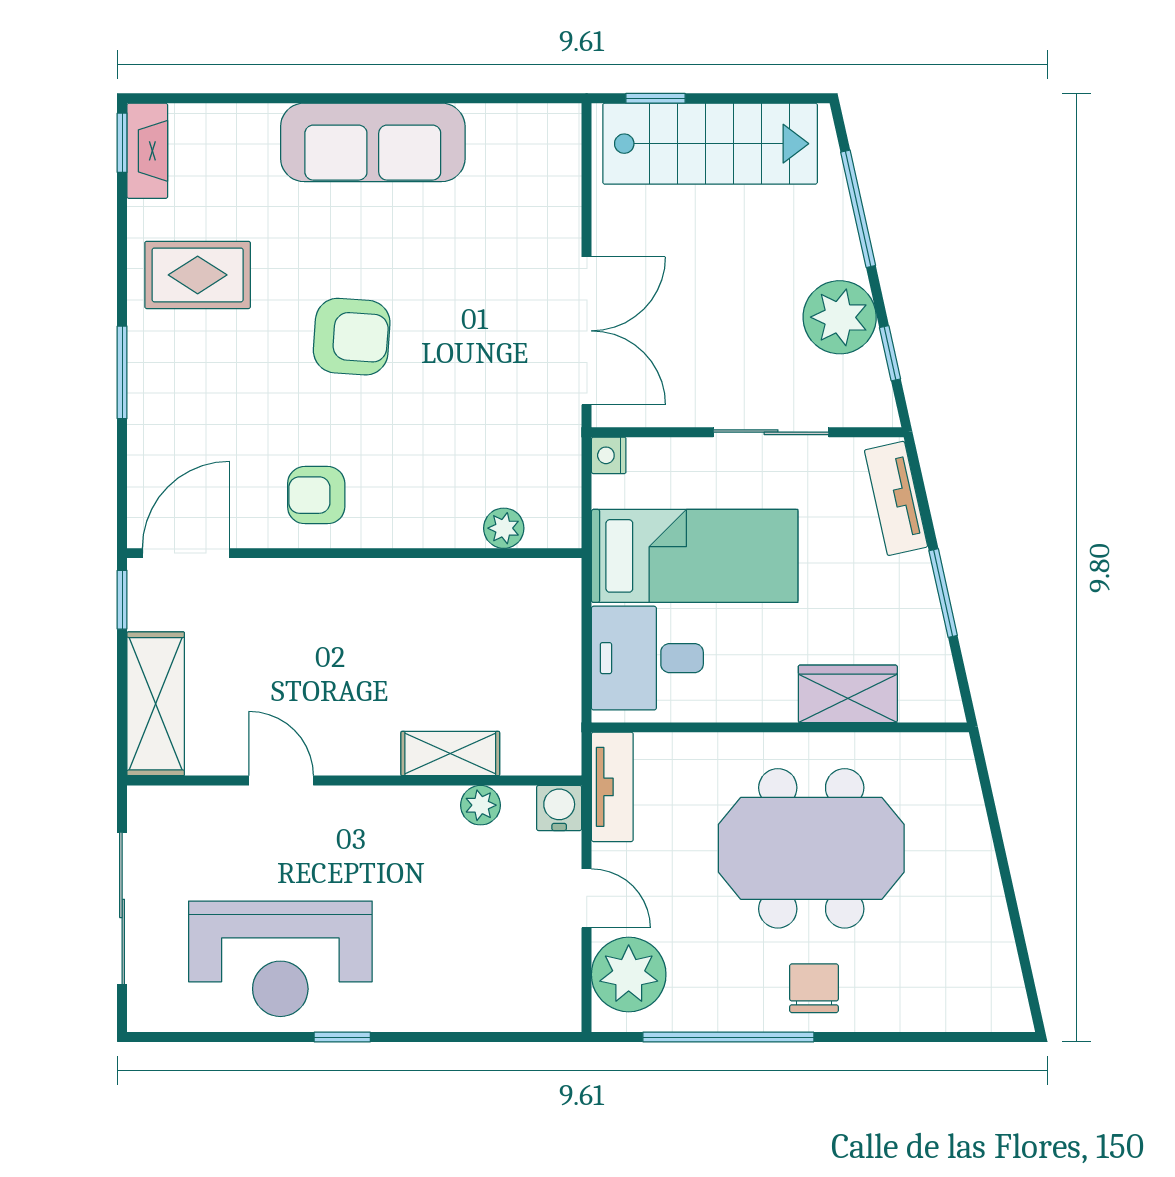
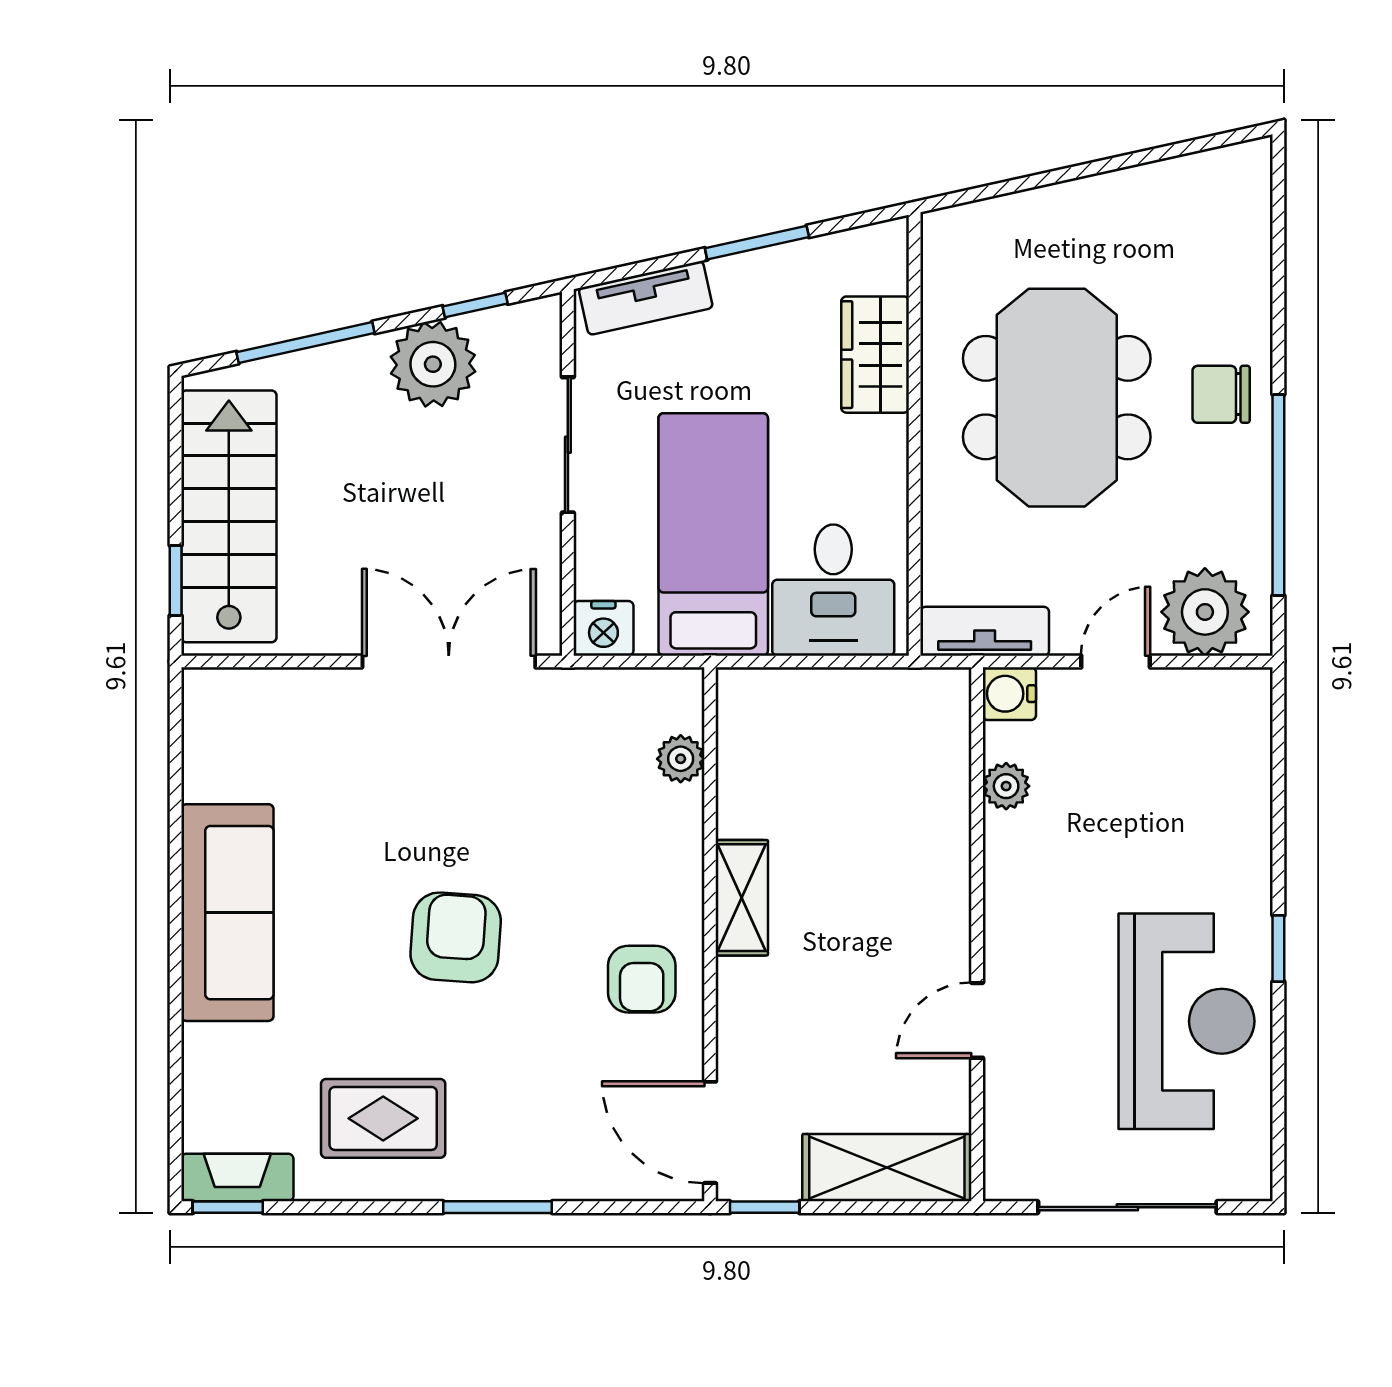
rug: (198, 275) -> (383, 1118), turned 90
nightstand: (609, 455) -> (603, 628), width x1.39, depth x1.35
shelving: (450, 754) -> (742, 898), moved

